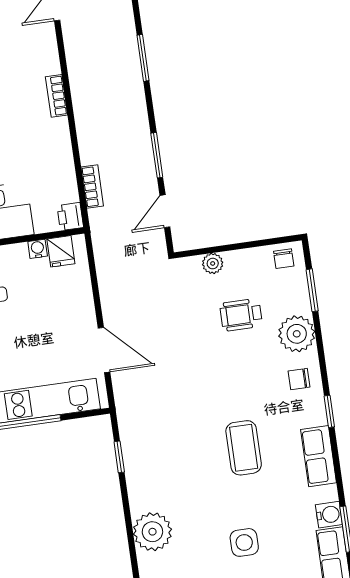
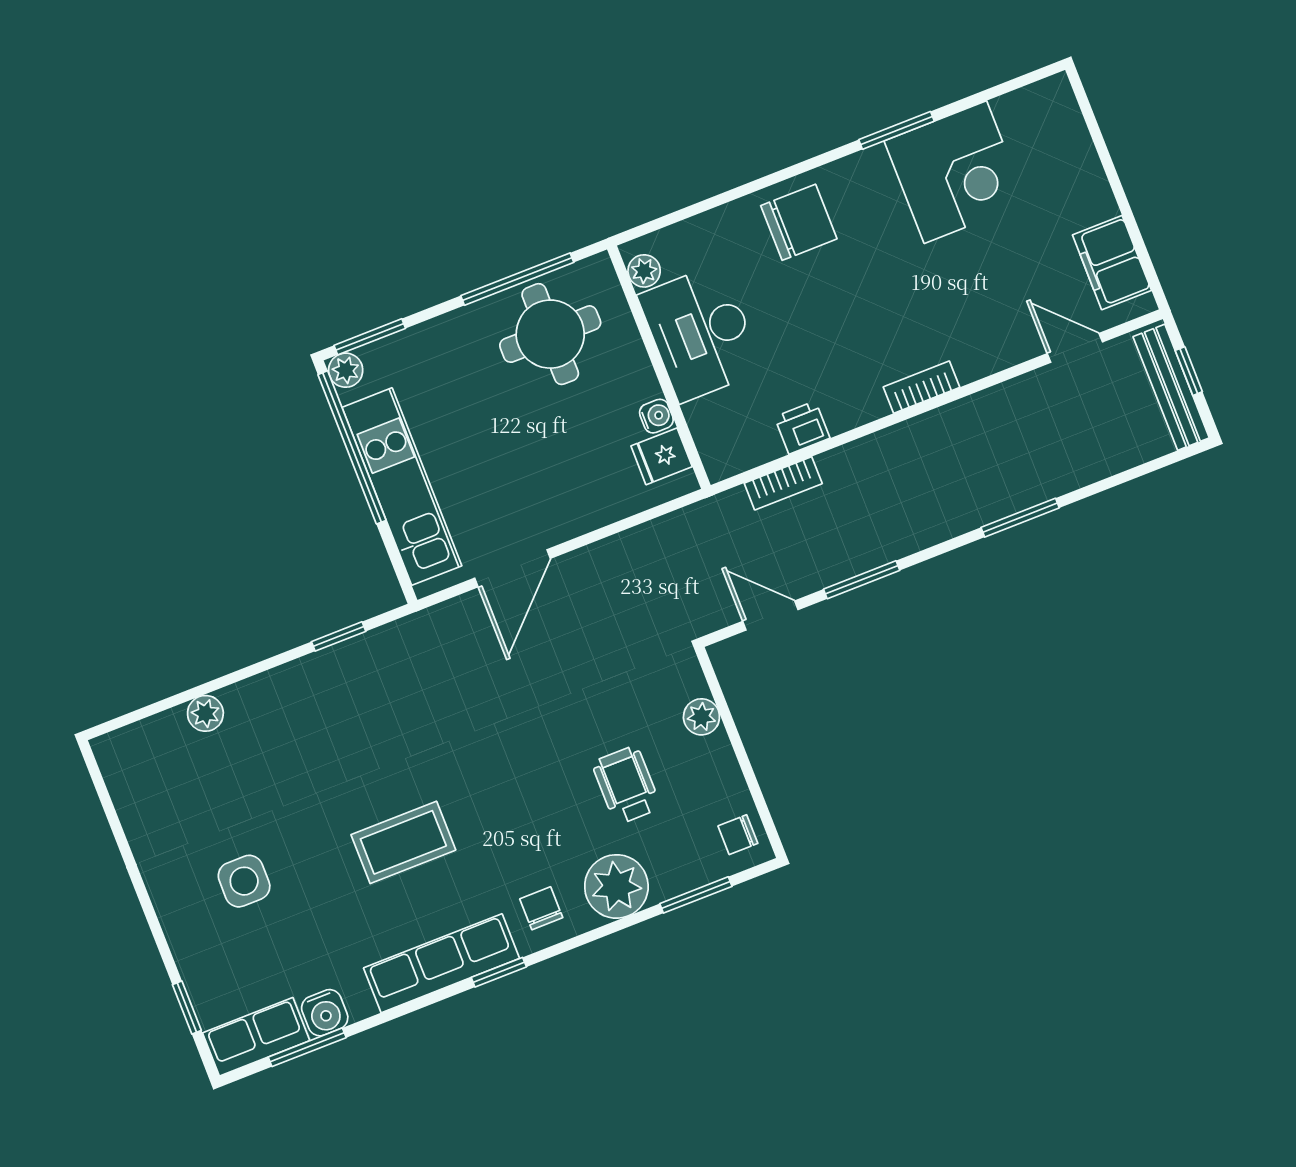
printer: (70, 216) -> (802, 428), moved
row of seats: (319, 456) -> (442, 963), width x1.48
plant: (152, 532) -> (205, 713), width x0.53, depth x0.53

